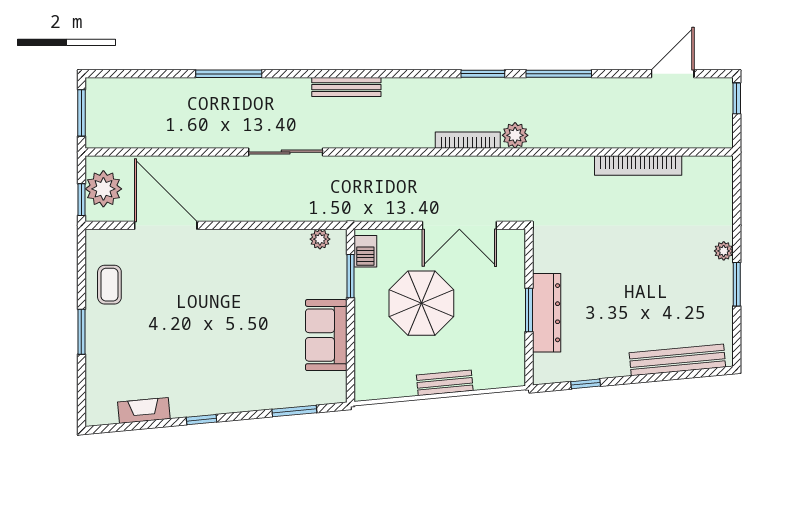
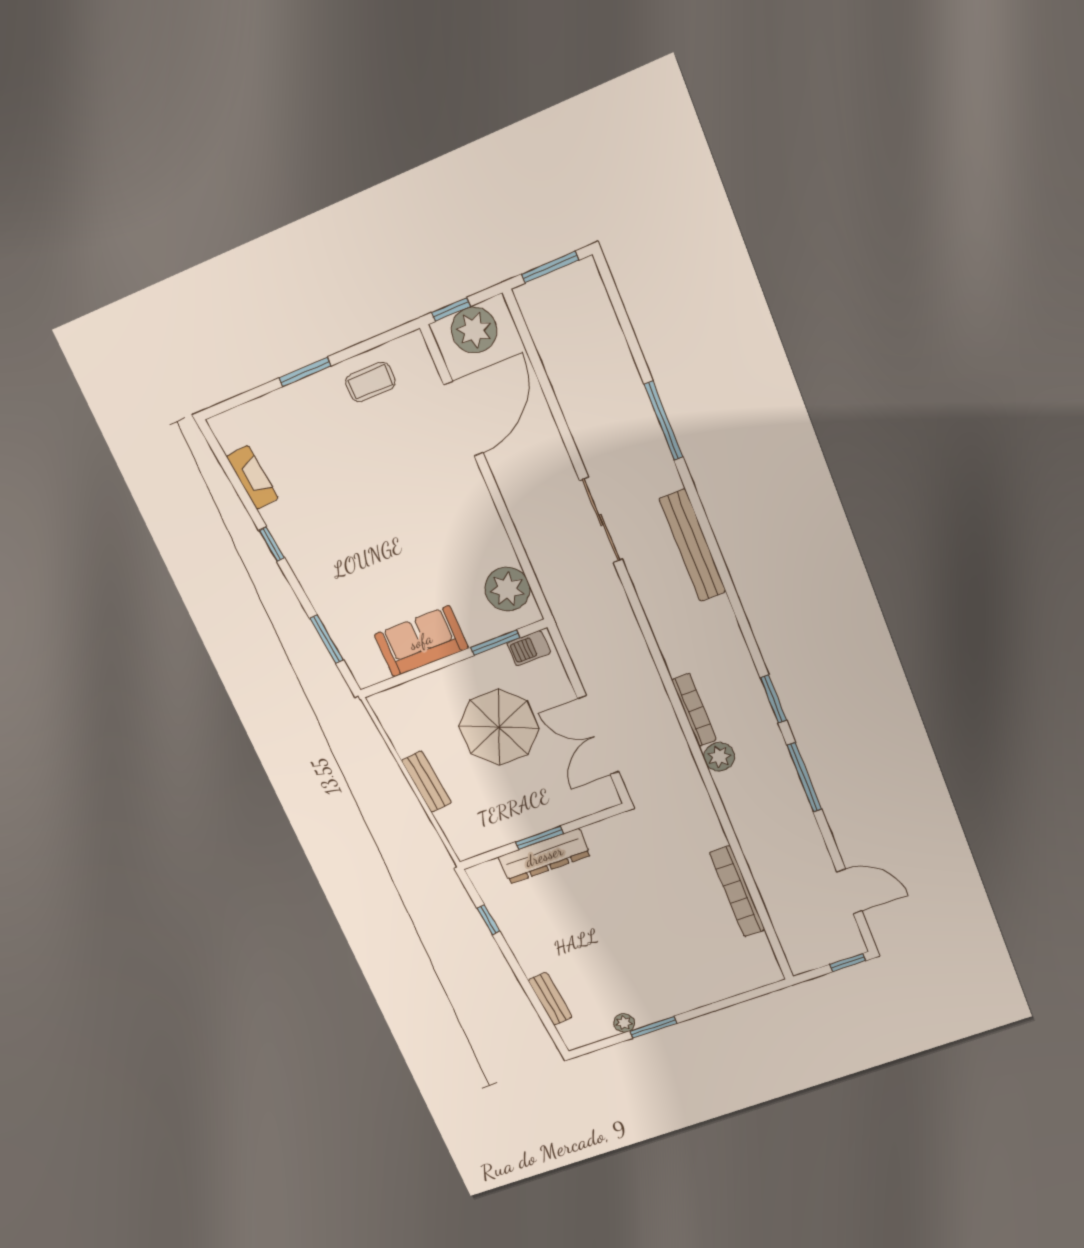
bench: (346, 87) -> (693, 545), width x1.37, depth x1.21
plant: (320, 239) -> (507, 589), width x1.87, depth x1.87
plant: (724, 251) -> (624, 1023), moved
bench: (677, 360) -> (550, 999), width x0.54, depth x0.82

